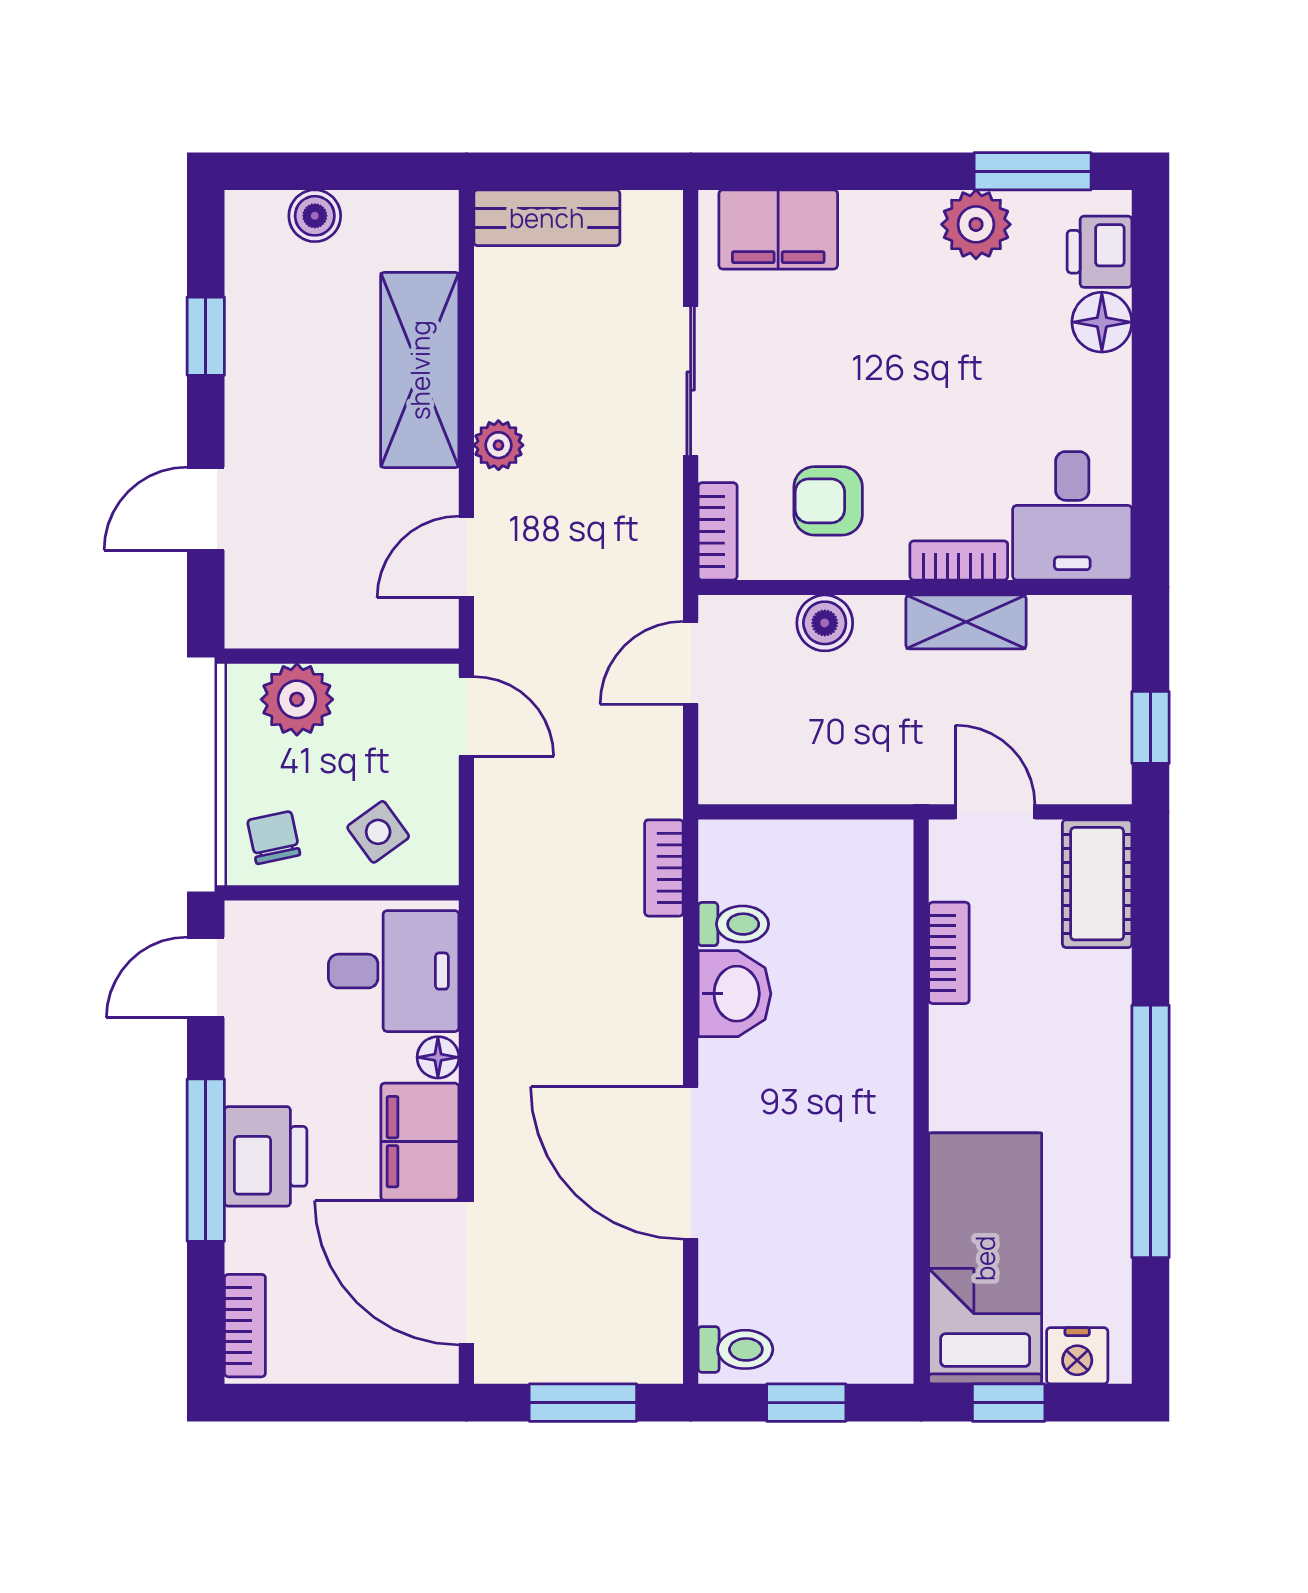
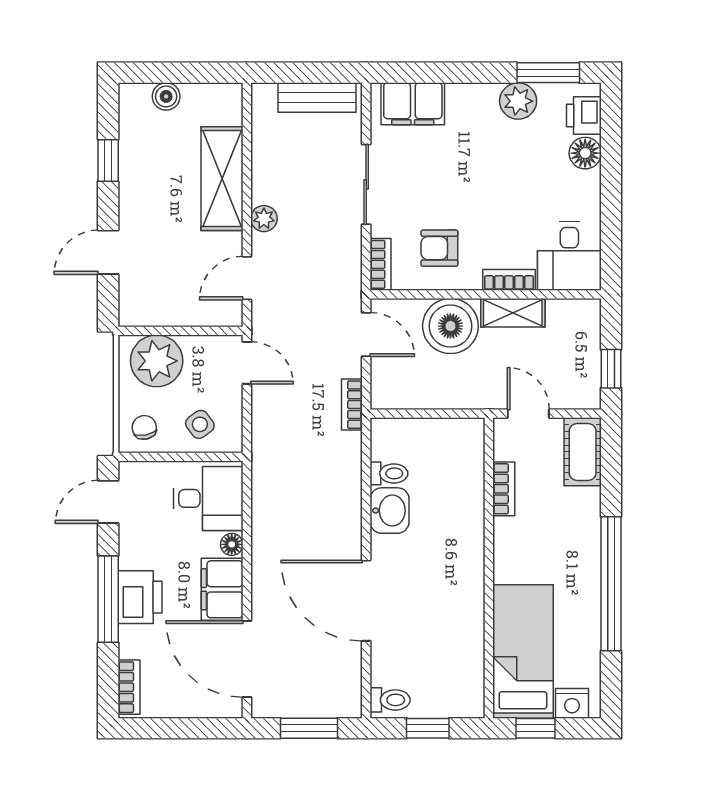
bench: (547, 218) -> (317, 97), moved
boiler: (825, 623) -> (450, 326), width x1.86, depth x1.86
door: (691, 663) -> (366, 334), swing flipped
plant: (297, 699) -> (157, 361), width x1.36, depth x1.36
bookcase: (664, 868) -> (352, 405), moved

